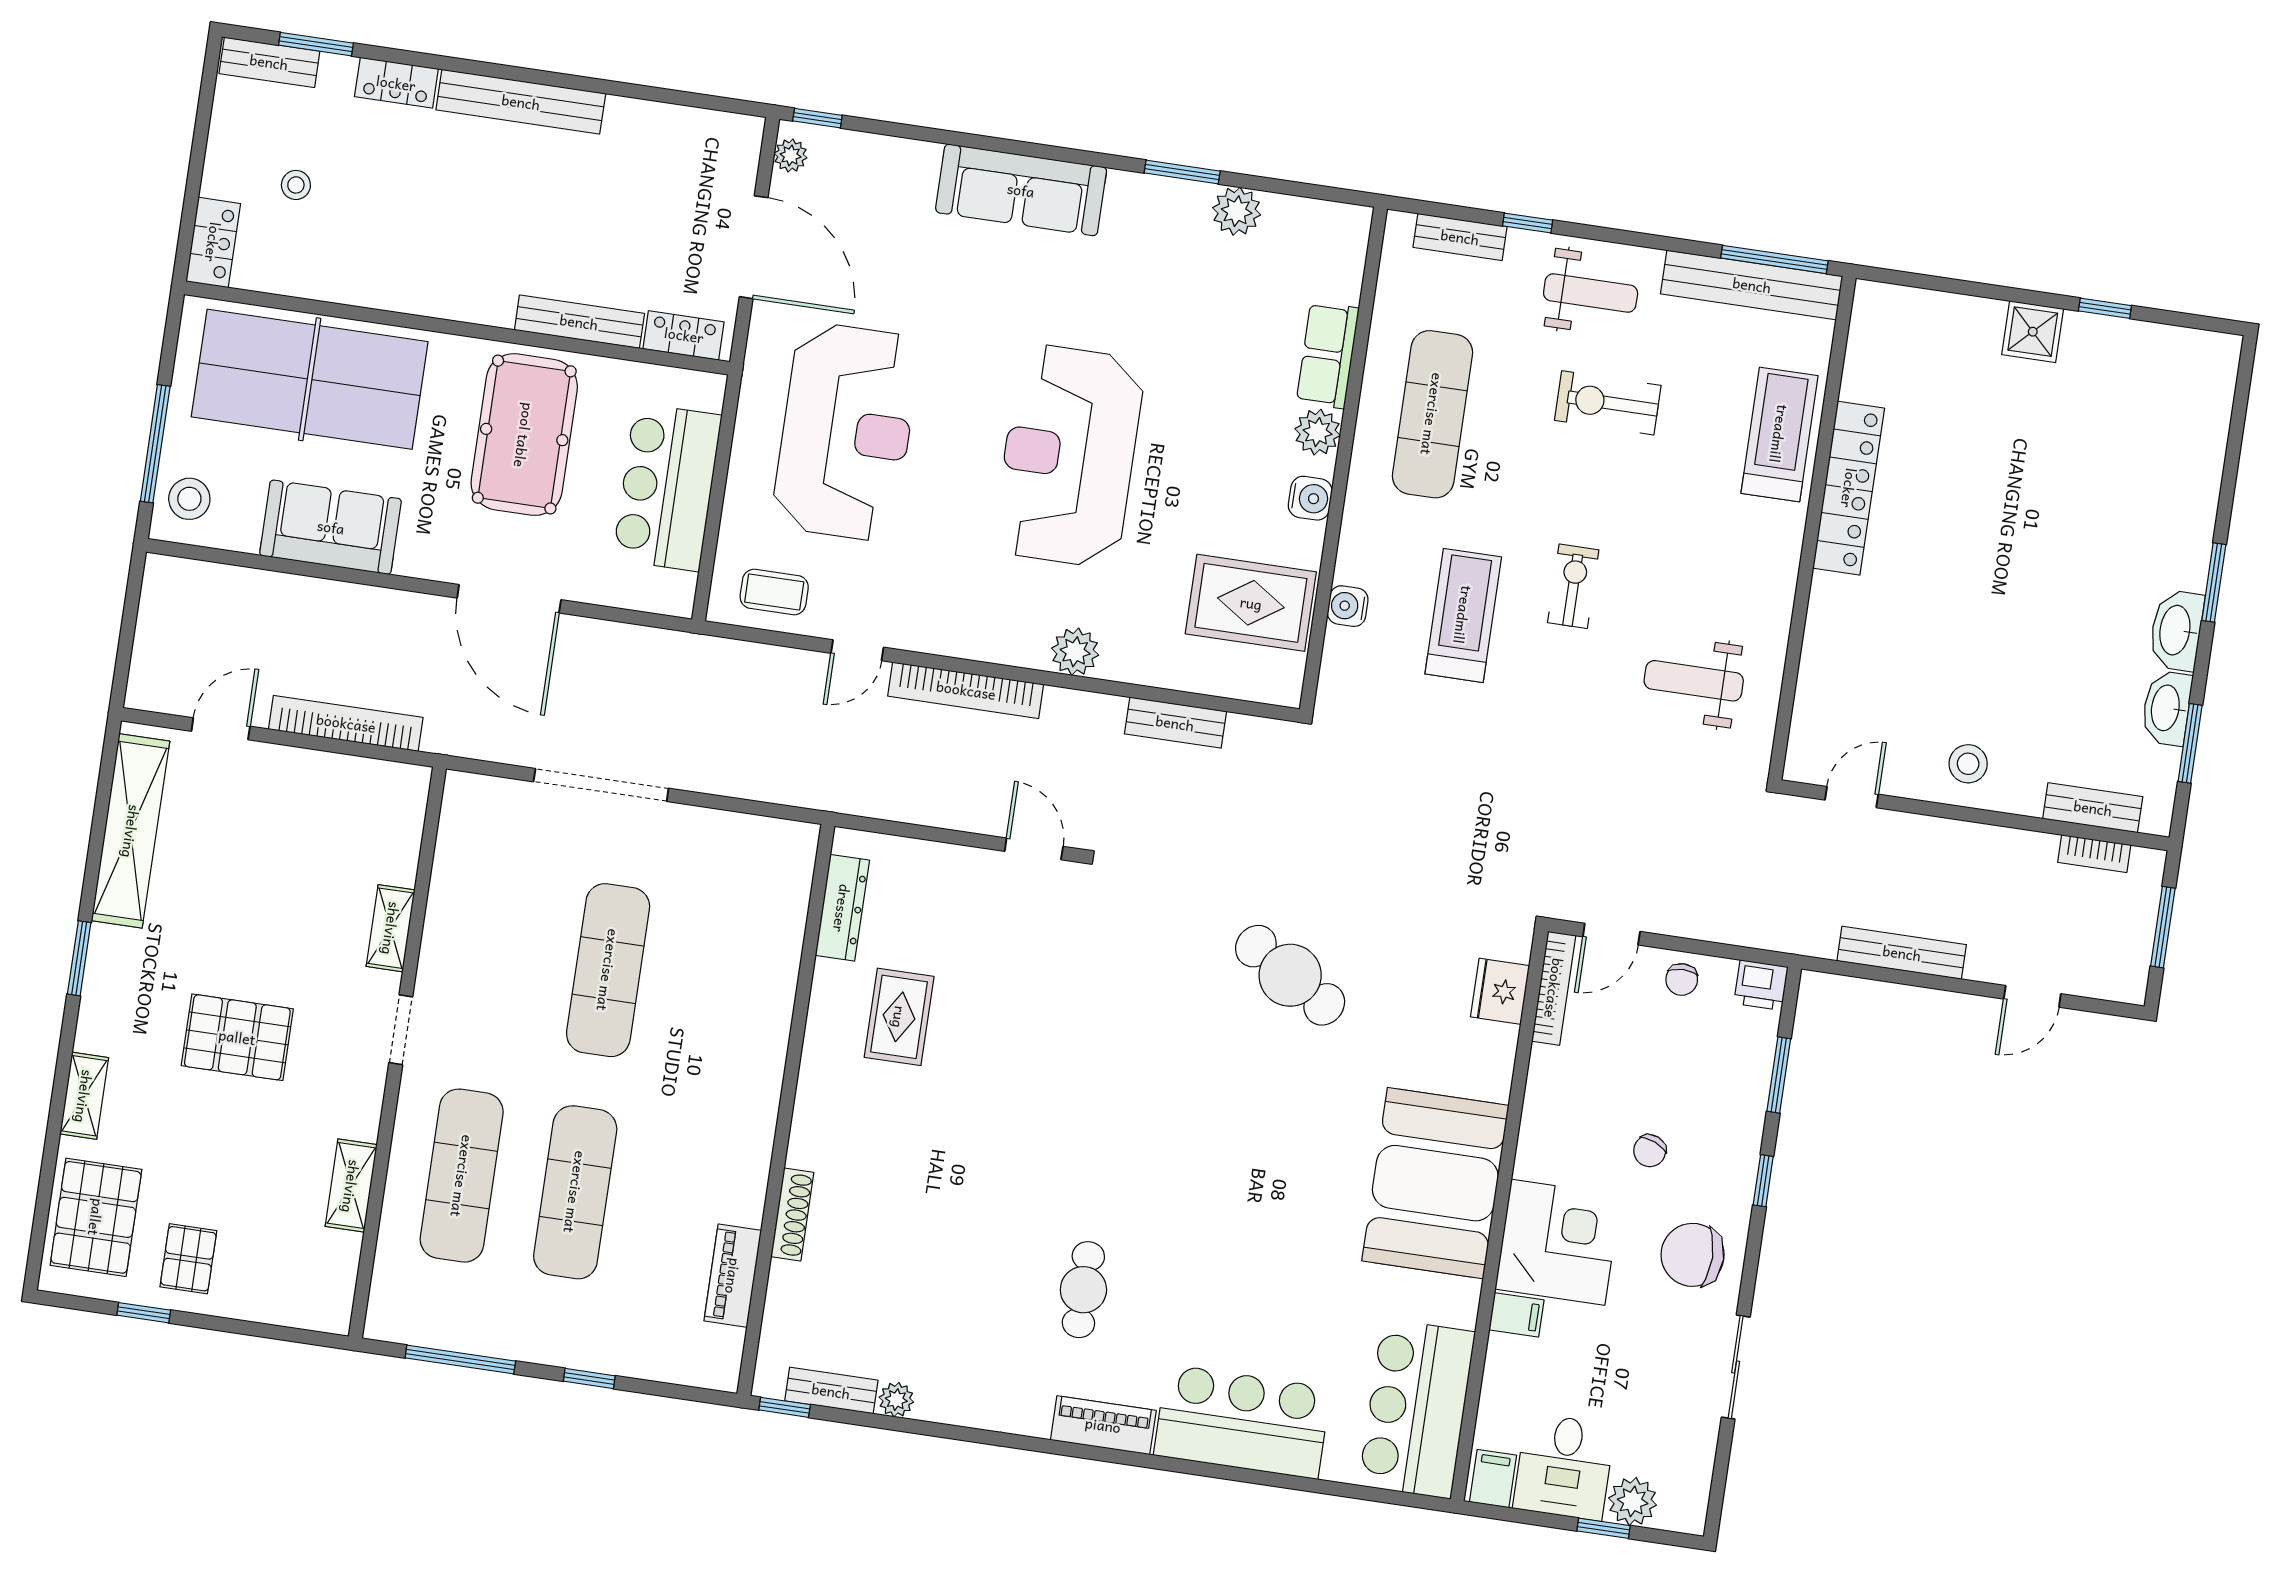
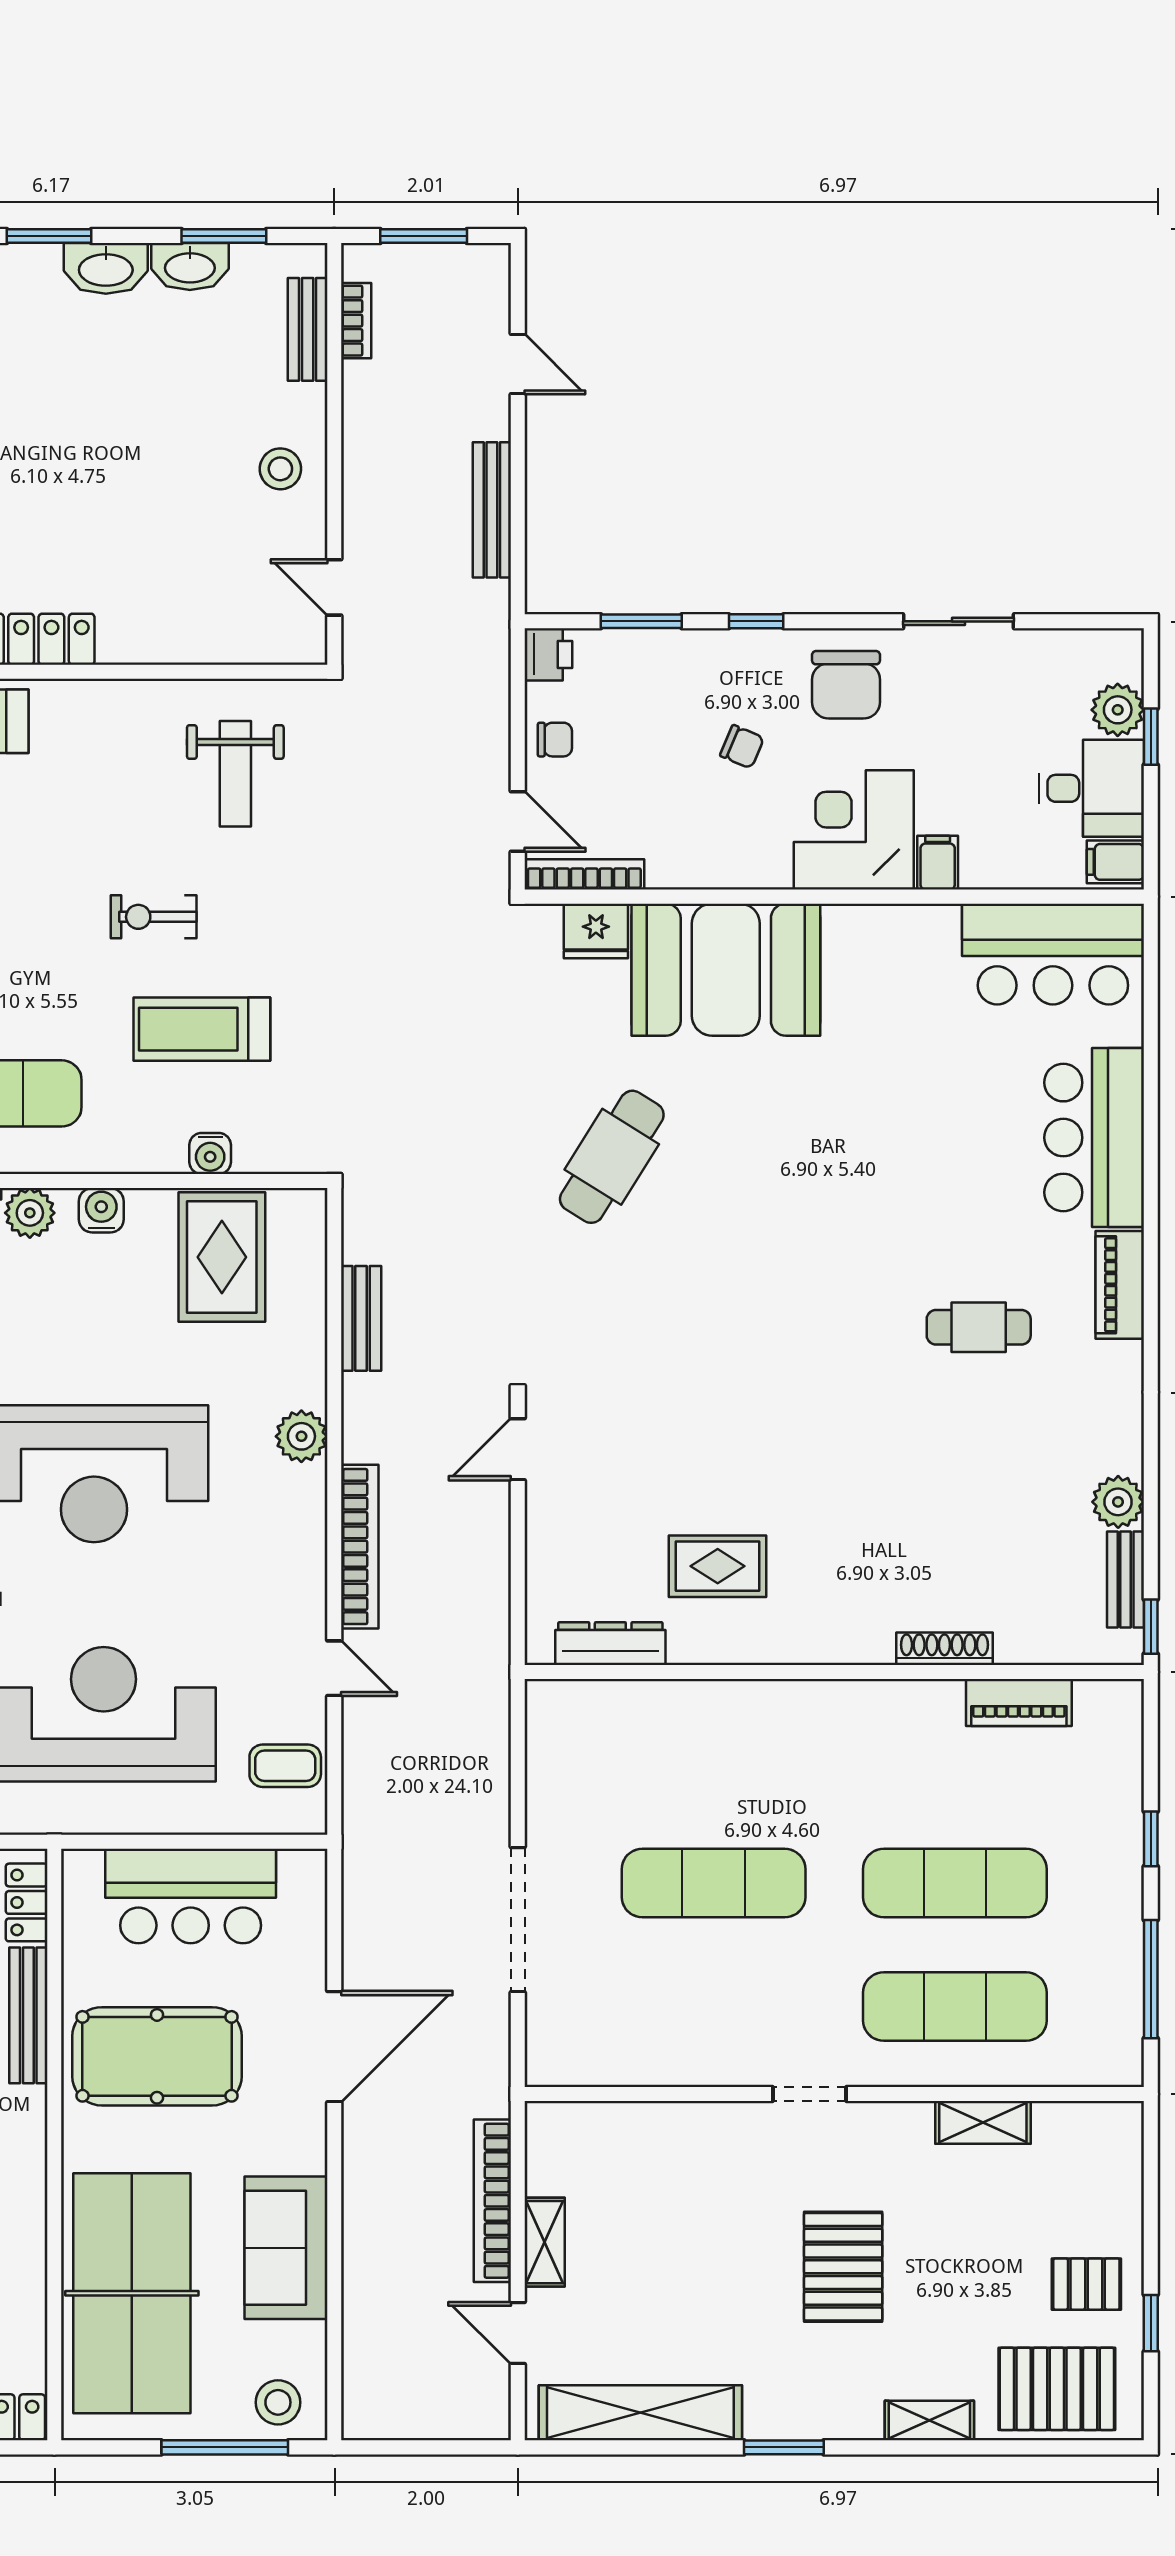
coffee table: (774, 592) -> (285, 1766), turned 90
shelving: (391, 928) -> (545, 2242), moved, turned 90
booth: (1435, 1183) -> (726, 970), moved
plant: (896, 1400) -> (1118, 1502), width x1.38, depth x1.38

